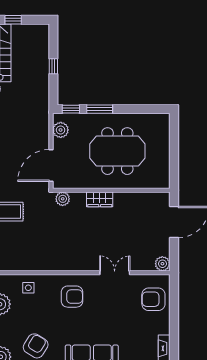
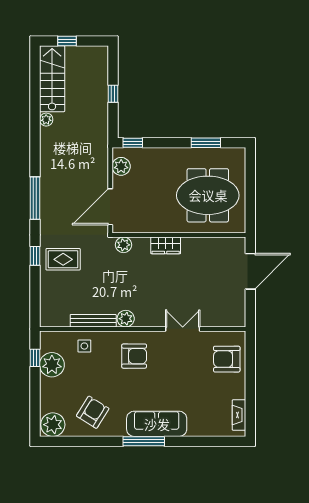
window: (100, 109) -> (206, 143), moved
meeting table: (117, 151) -> (208, 195), moved
plant: (162, 264) -> (126, 319), moved
bench: (36, 266) -> (93, 321), added

